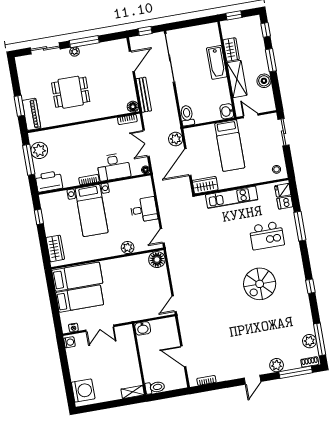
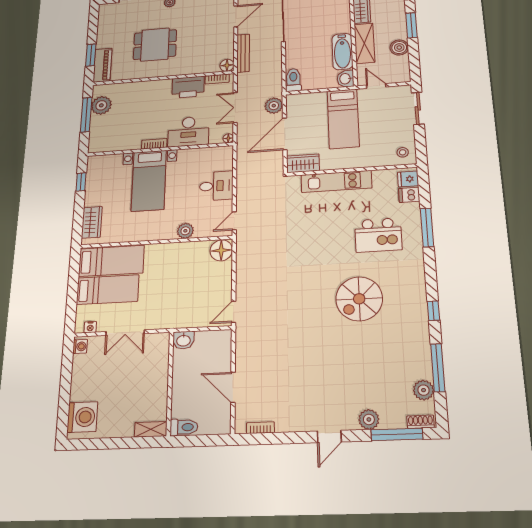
bathtub: (217, 62) -> (342, 52), moved
printer: (49, 181) -> (188, 87), moved, turned 180
window: (320, 339) -> (438, 368), moved

